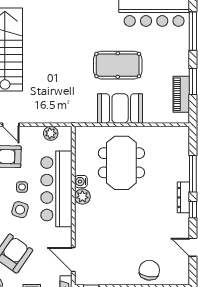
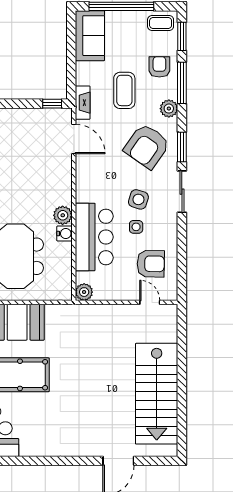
plant: (51, 133) -> (84, 292), moved
bar counter: (56, 189) -> (94, 237), width x0.73

